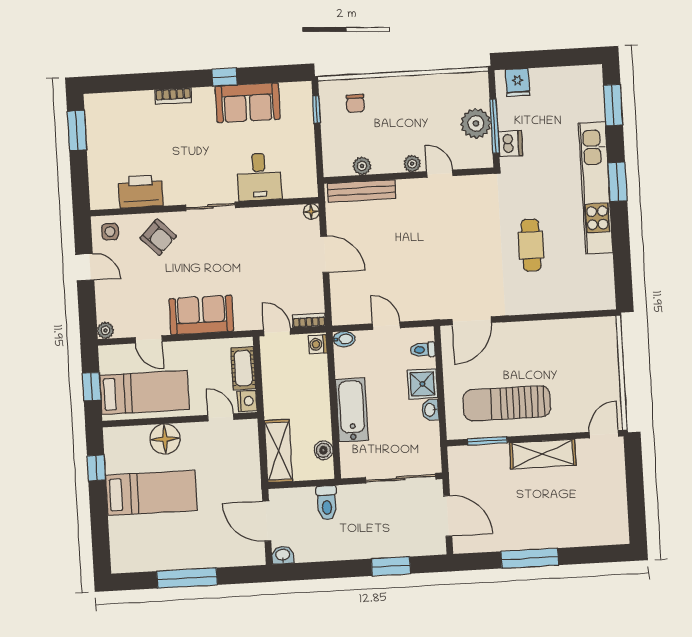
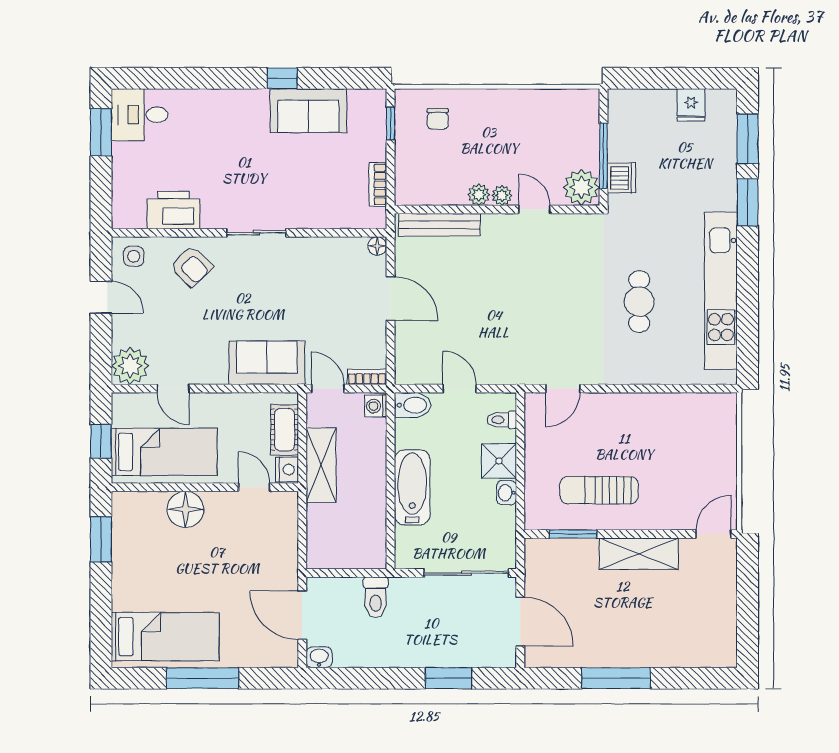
fridge: (518, 82) -> (691, 105), moved
bookcase: (173, 96) -> (378, 184), moved, turned 90
plant: (476, 123) -> (581, 187), moved
plant: (362, 166) -> (479, 195), moved
desk: (259, 177) -> (139, 115), moved, turned 90
window: (617, 182) -> (748, 202), moved
kitchen unit: (596, 188) -> (721, 291), moved
sofa: (201, 315) -> (267, 363), moved
door: (472, 321) -> (563, 389), width x0.73
plant: (105, 330) -> (130, 366), width x1.88, depth x1.88
bidet: (344, 339) -> (413, 405), width x1.38, depth x1.36
sun lounger: (507, 403) -> (599, 490), width x0.73, depth x0.75
boiler: (323, 450) -> (375, 534), removed
shelving: (278, 451) -> (321, 465), moved
window: (96, 468) -> (101, 539), width x1.50
bed: (151, 493) -> (165, 637), moved

